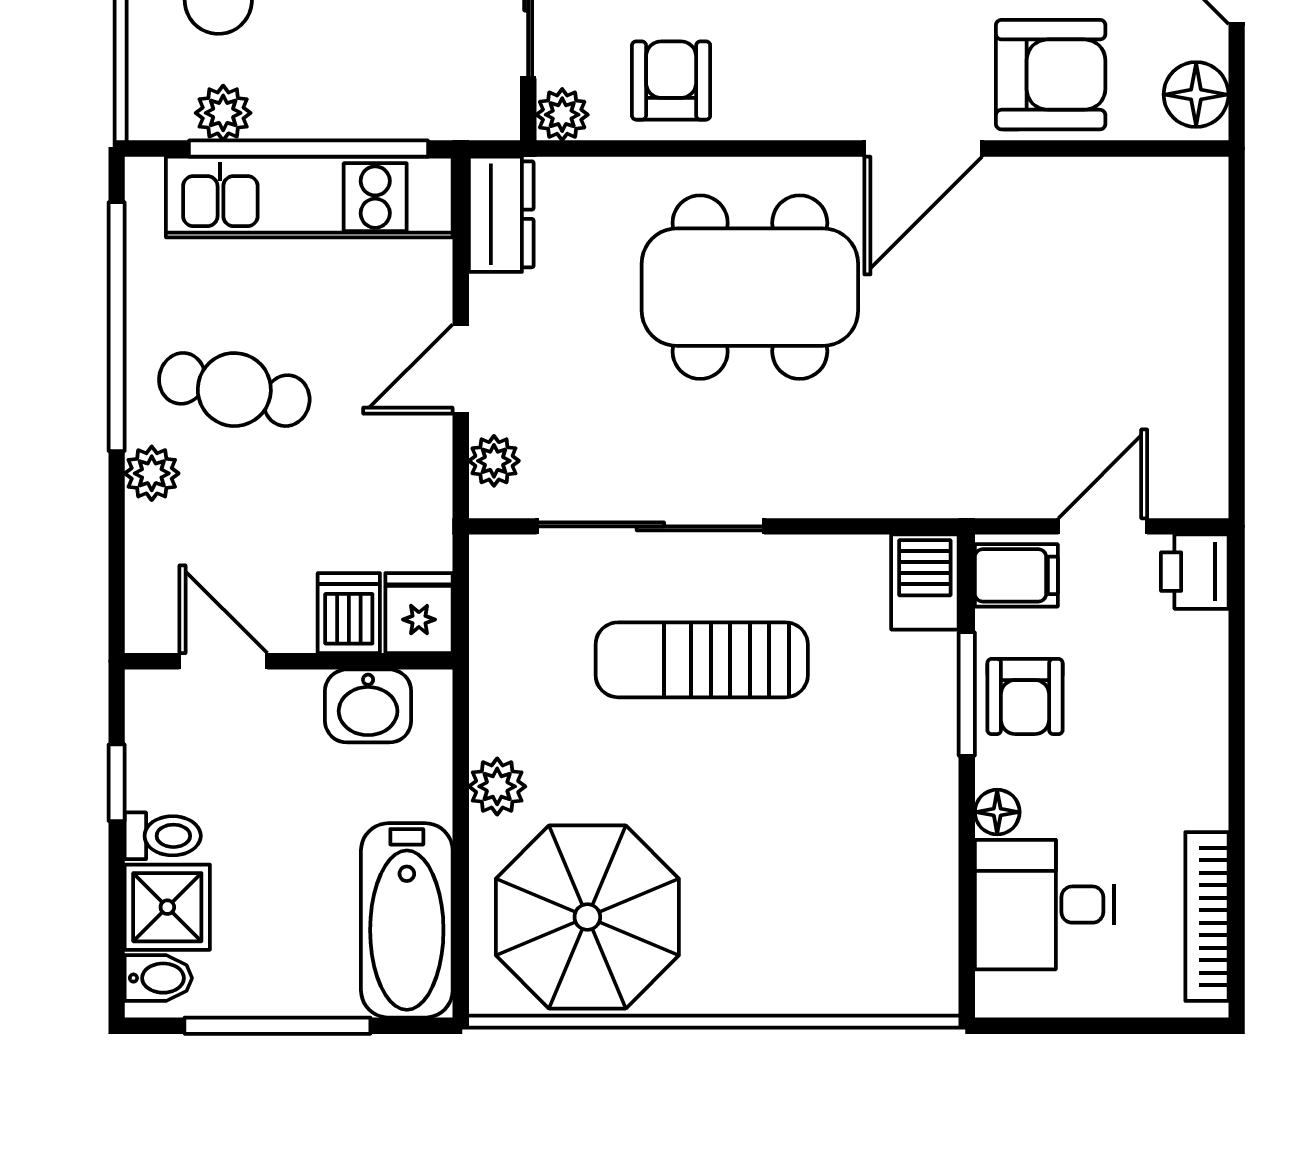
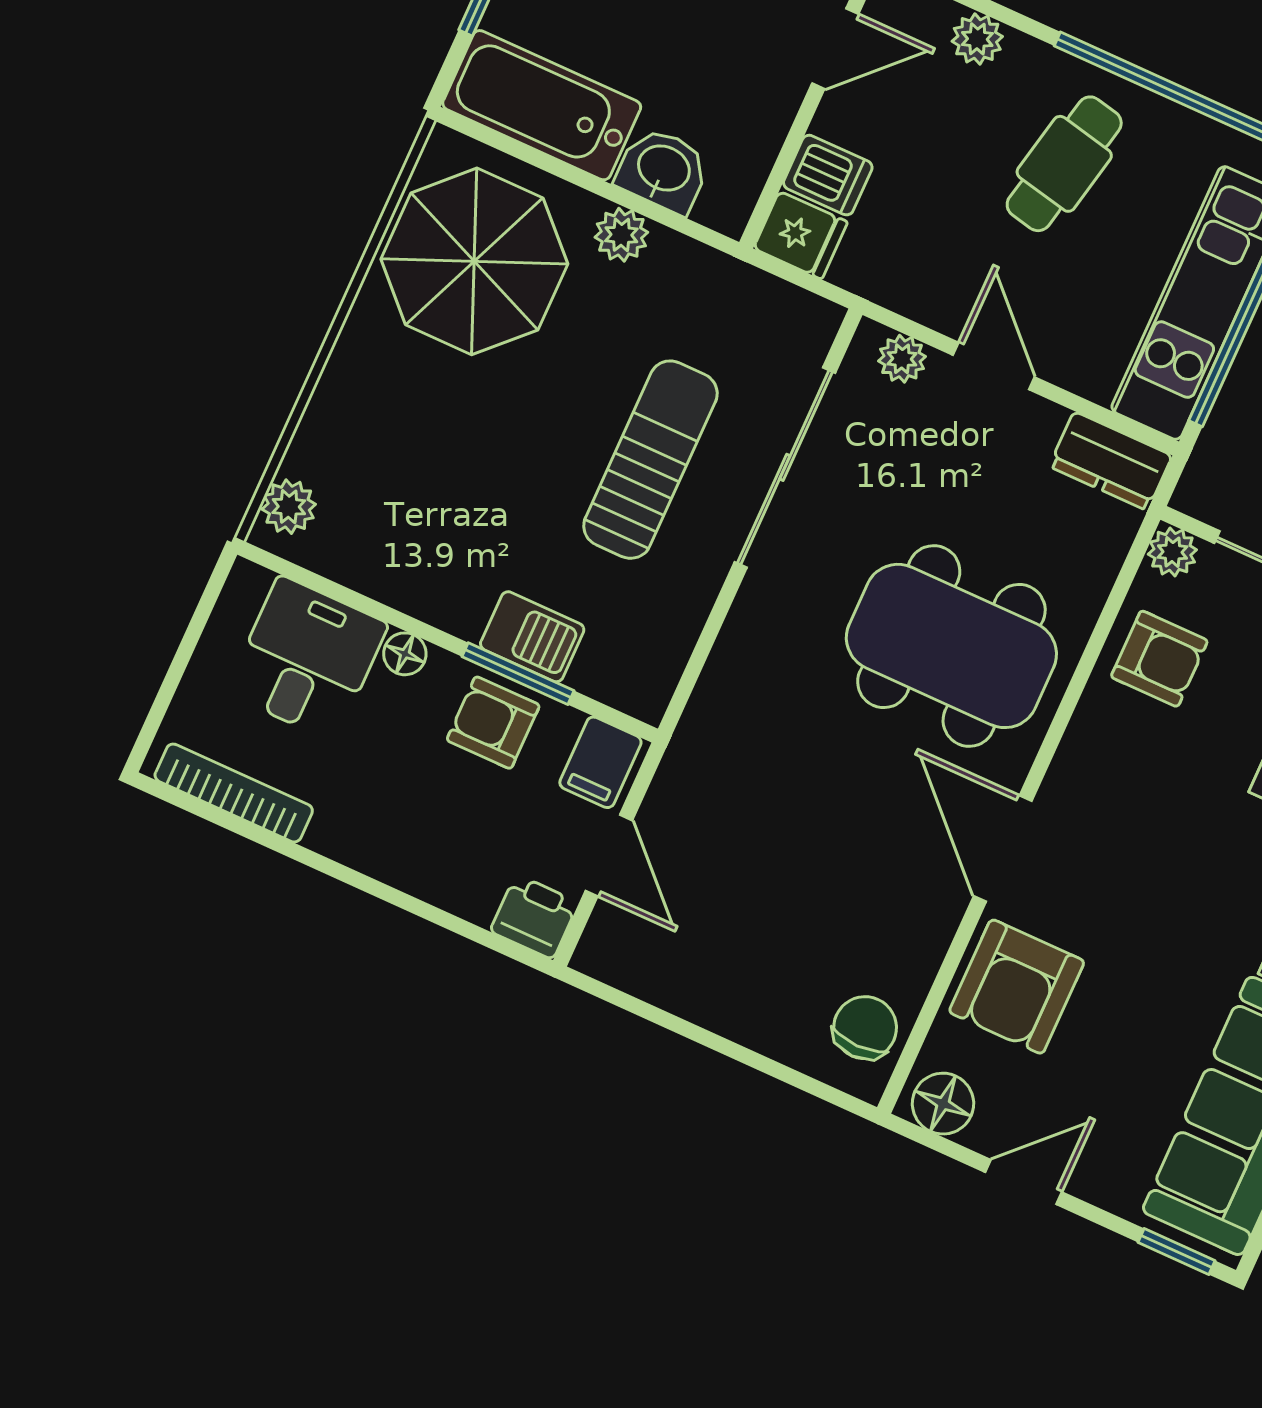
chair: (1157, 203) -> (865, 1028), added
dining table: (750, 287) -> (951, 646), turned 90
plant: (152, 473) -> (977, 39), moved
barbecue: (925, 582) -> (532, 637), moved
washbasin: (368, 706) -> (663, 170), moved, turned 90
plant: (906, 989) -> (289, 507), added

